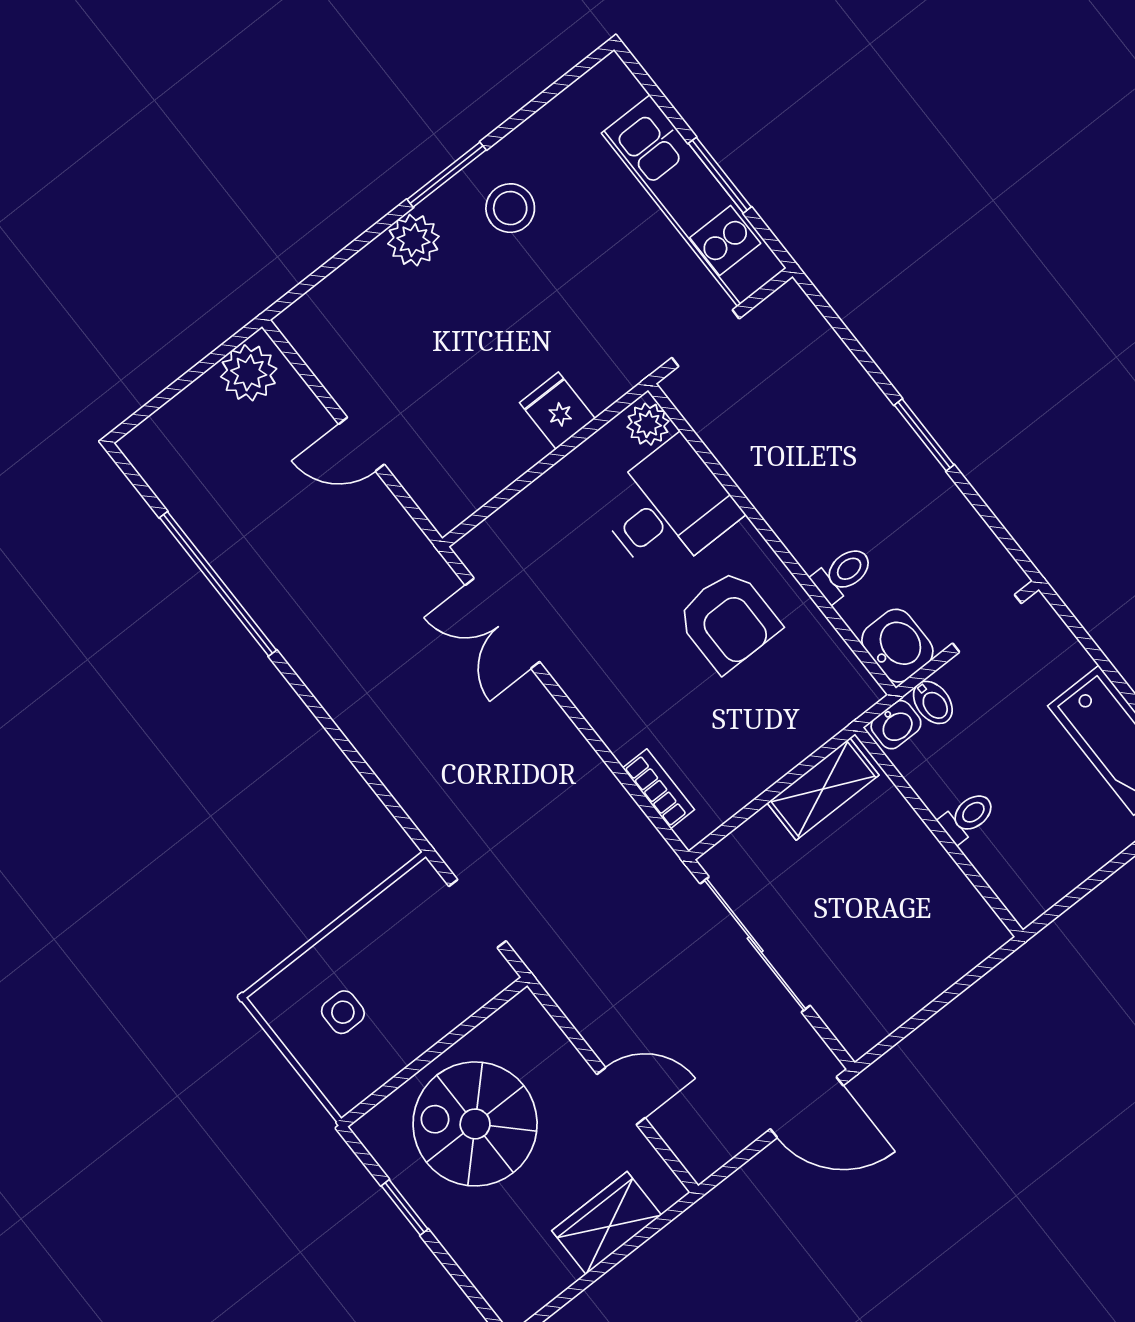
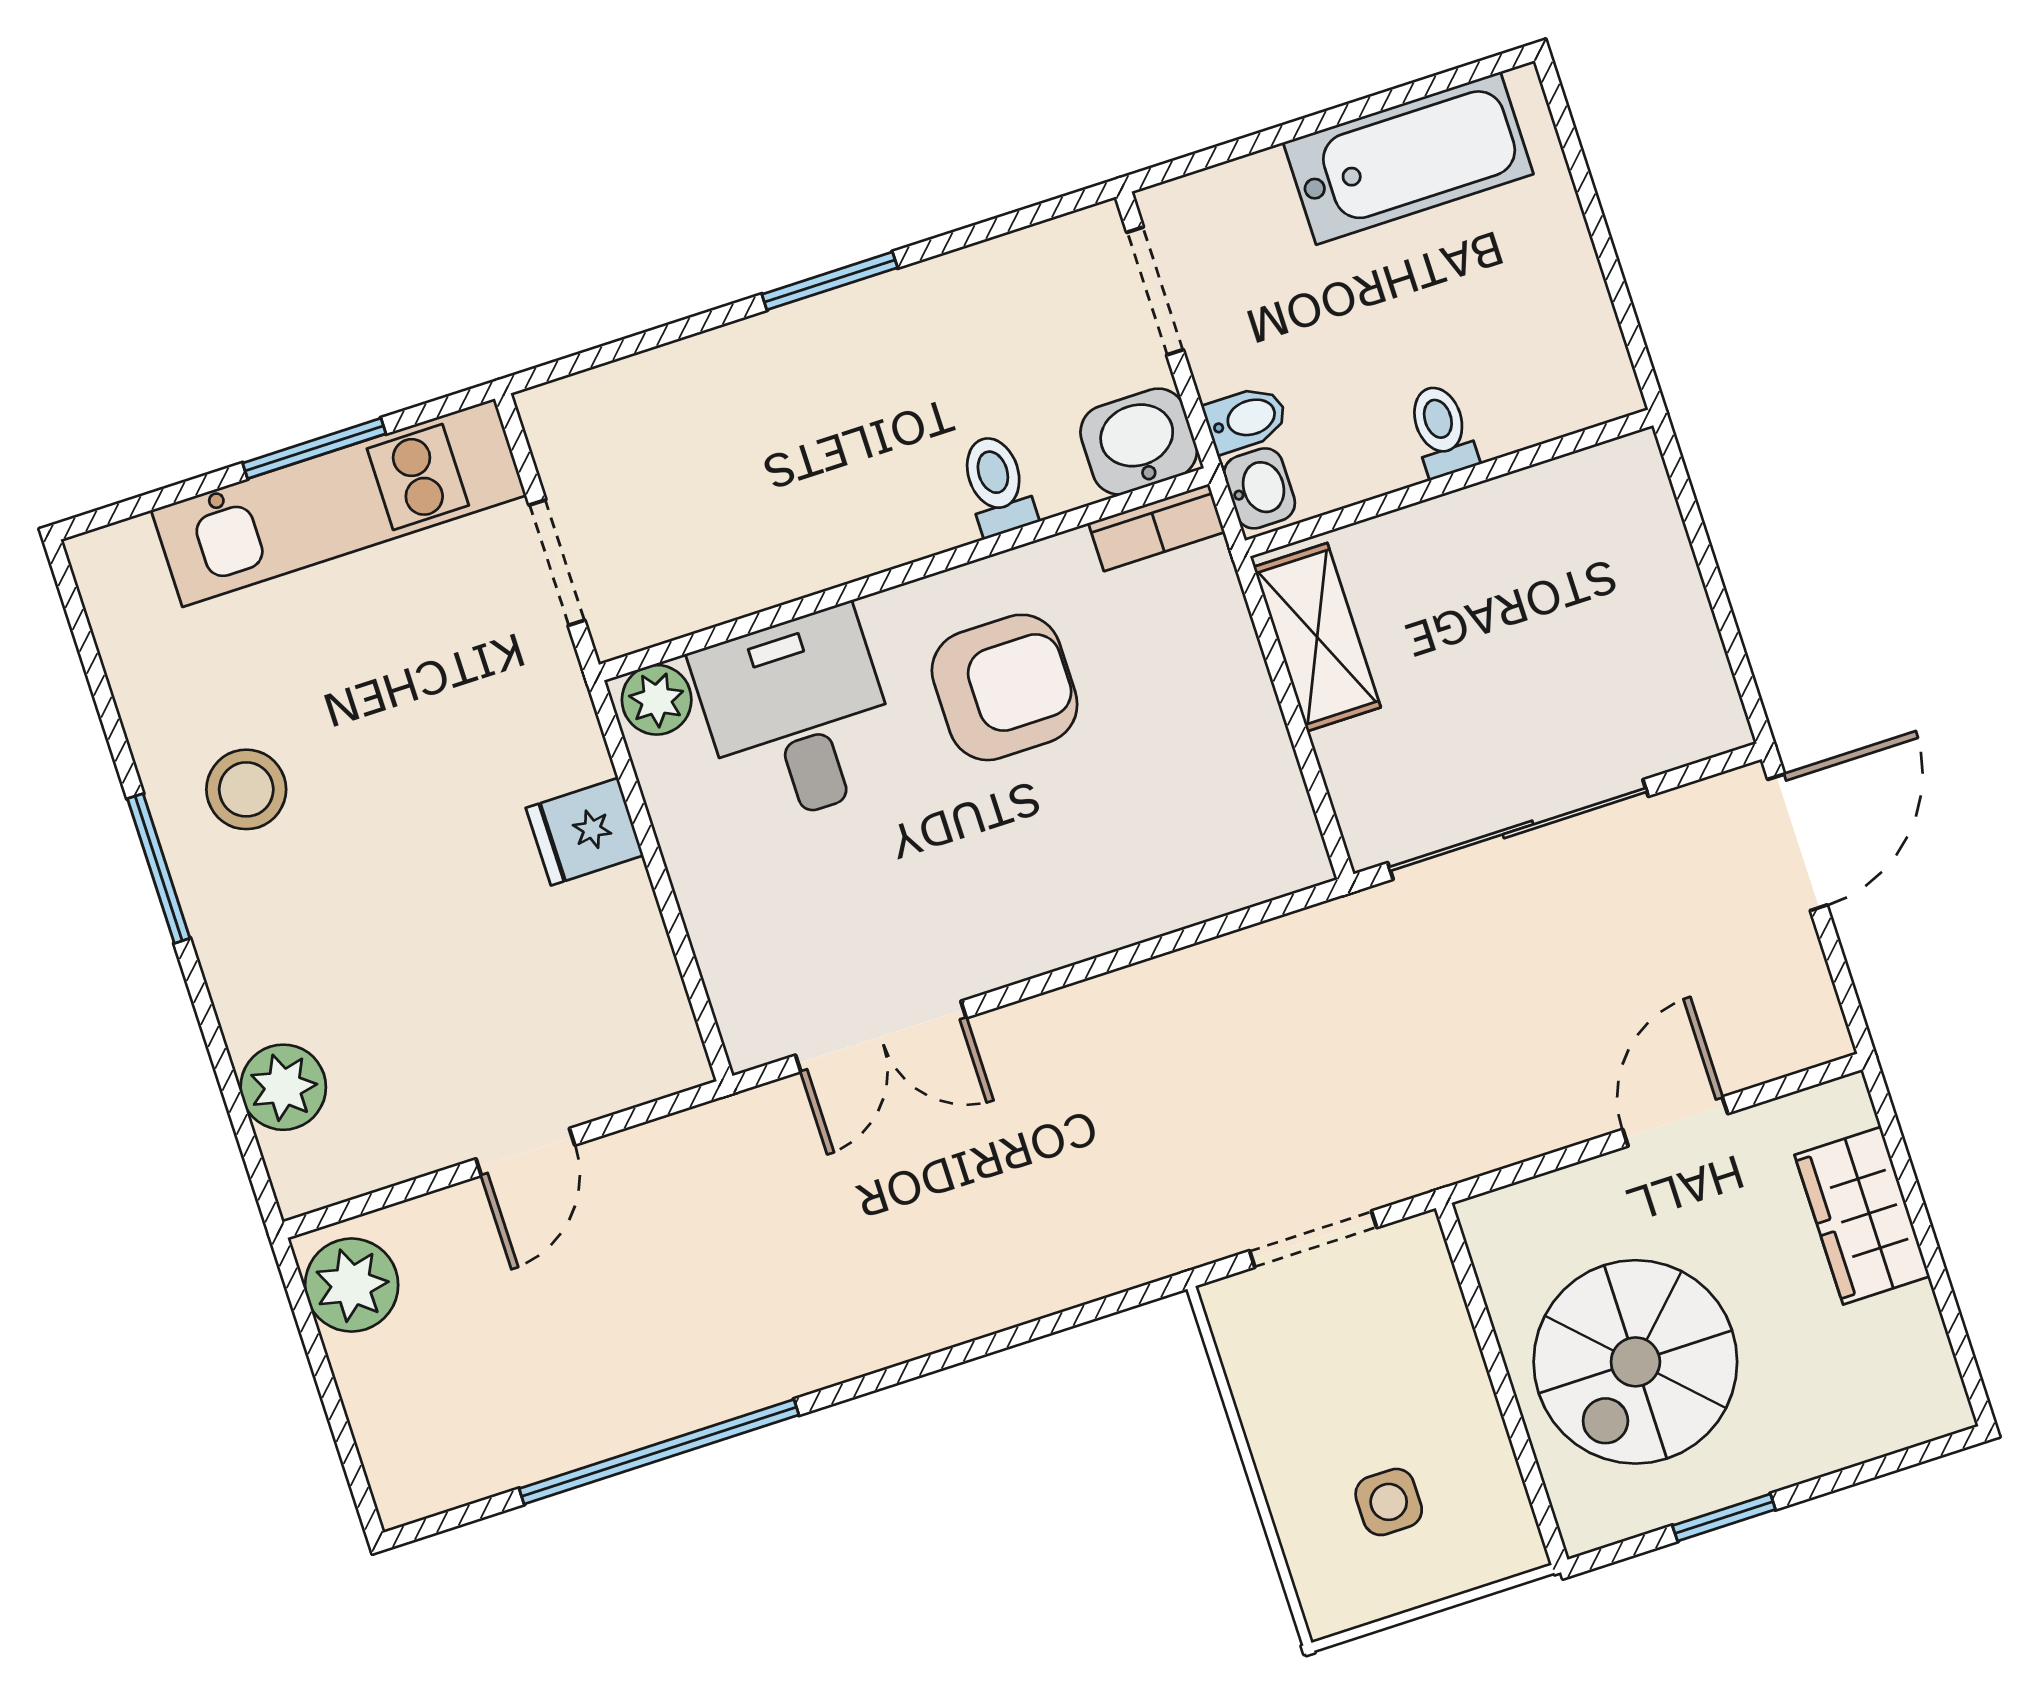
plant: (413, 240) -> (283, 1087), moved
bookcase: (659, 789) -> (1157, 528), moved, turned 180

